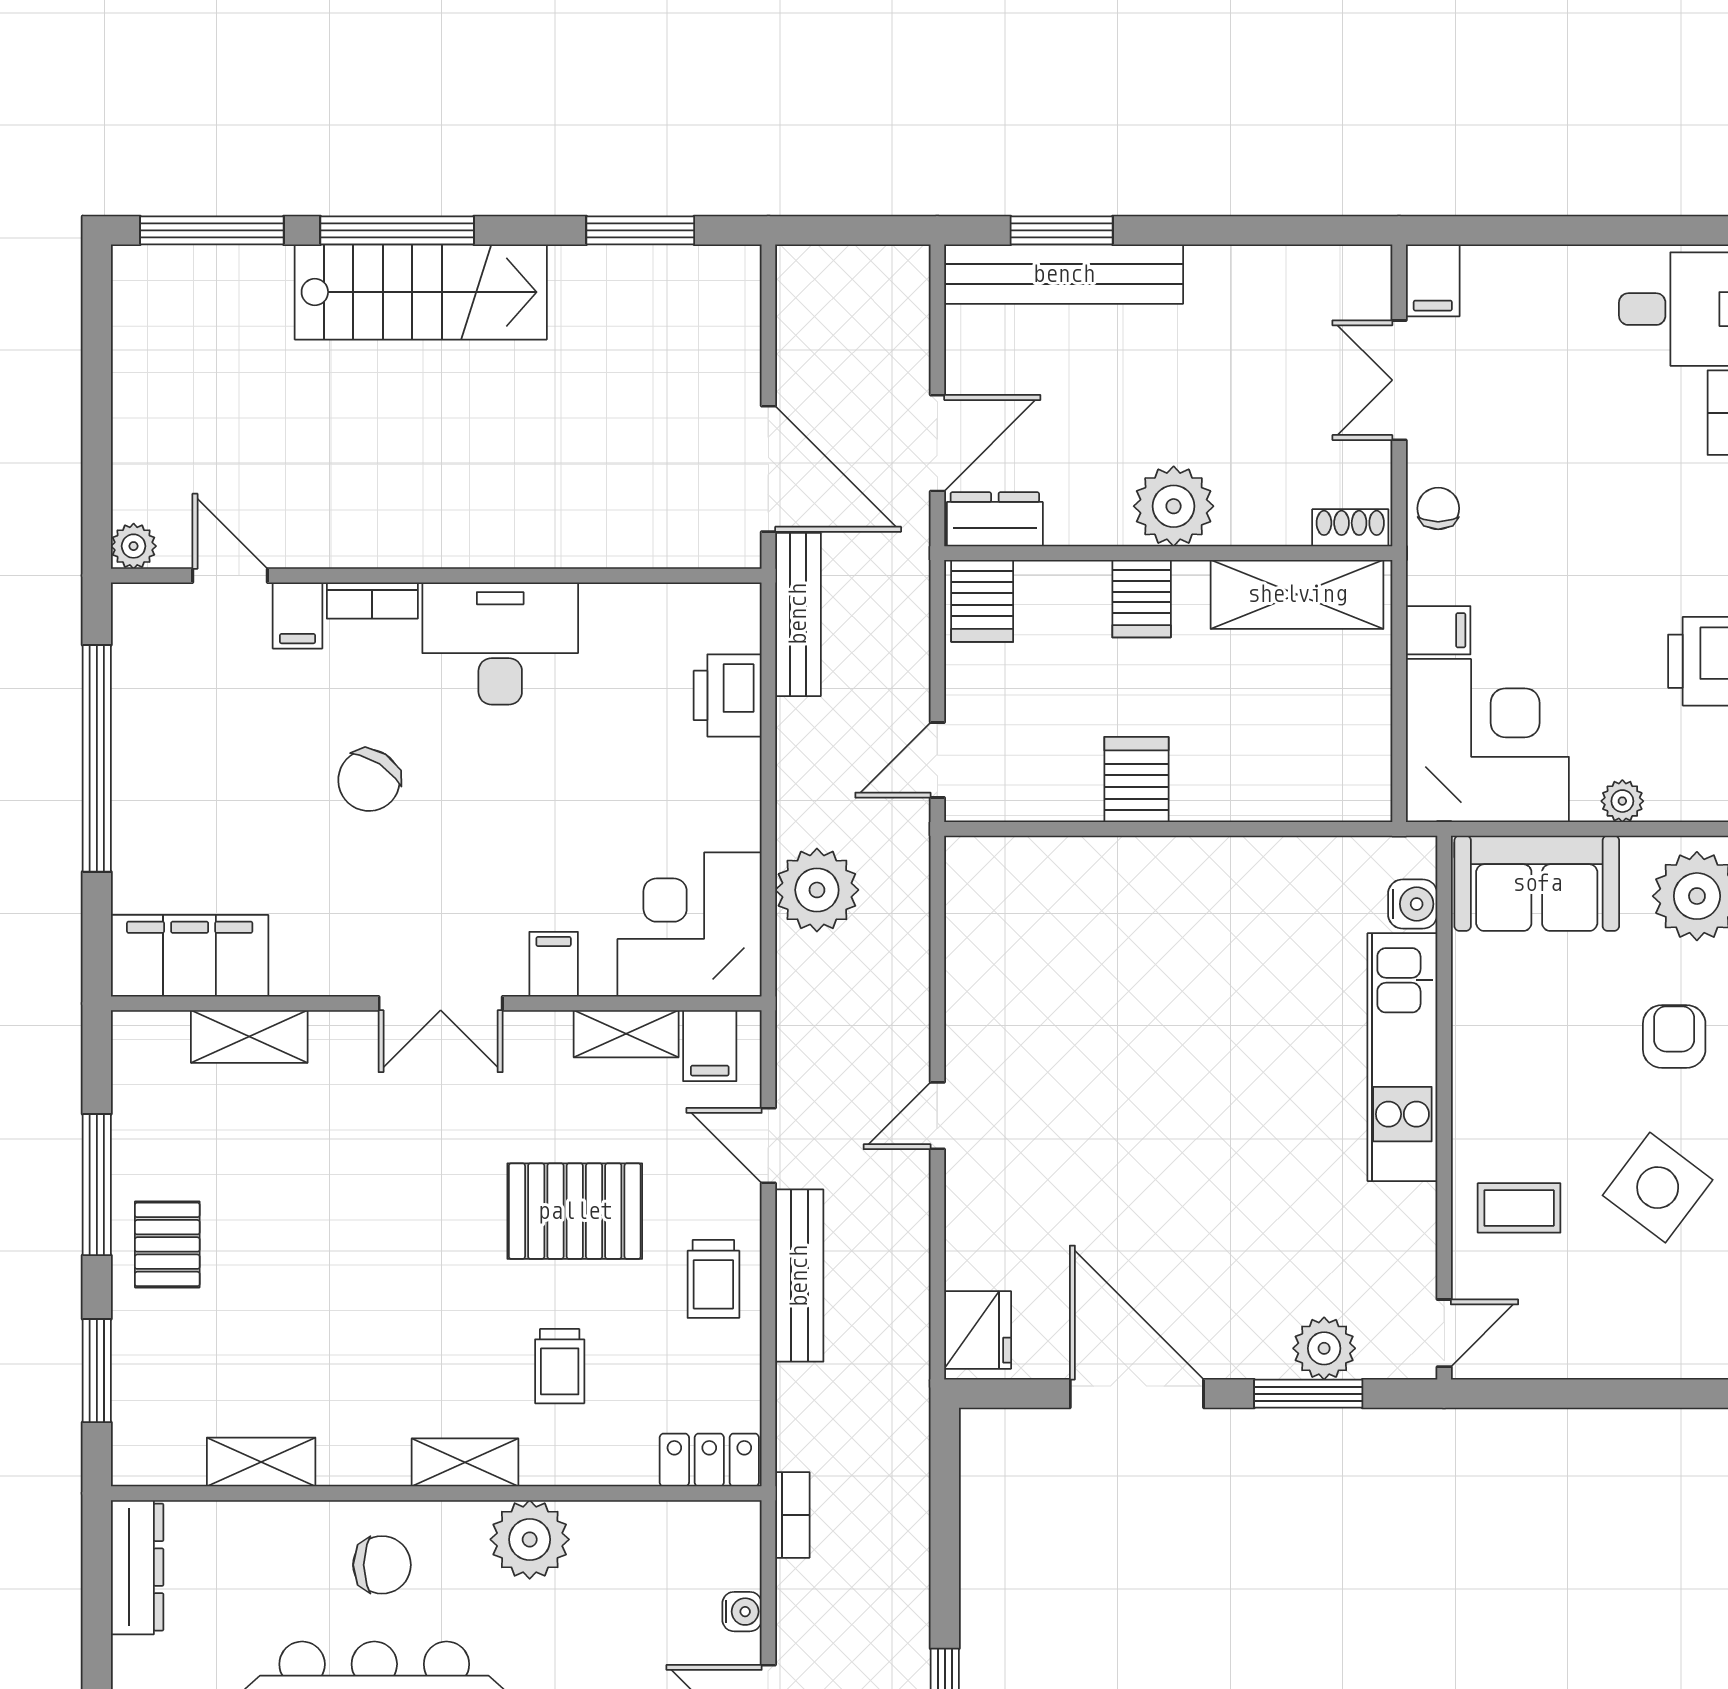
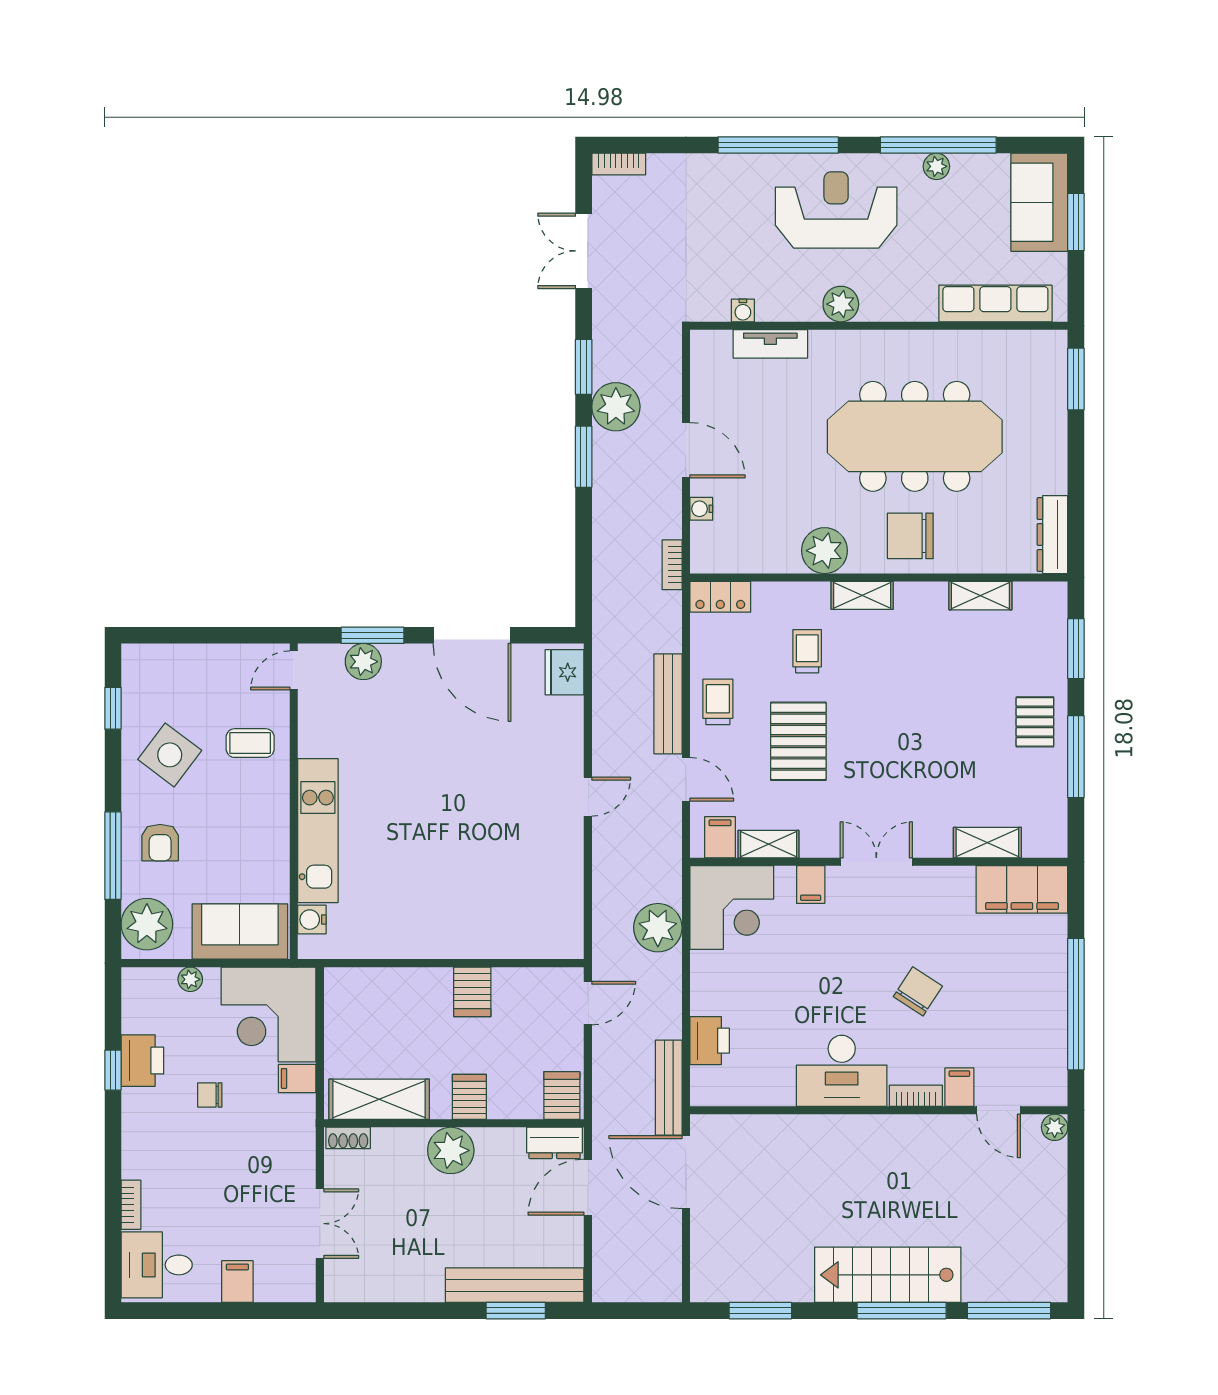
filing cabinet: (1433, 280) -> (237, 1282), moved
chair: (1438, 508) -> (210, 1095), moved, turned 90
pallet: (575, 1211) -> (798, 741), turned 90
chair: (382, 1565) -> (910, 536), width x1.37, depth x1.37

